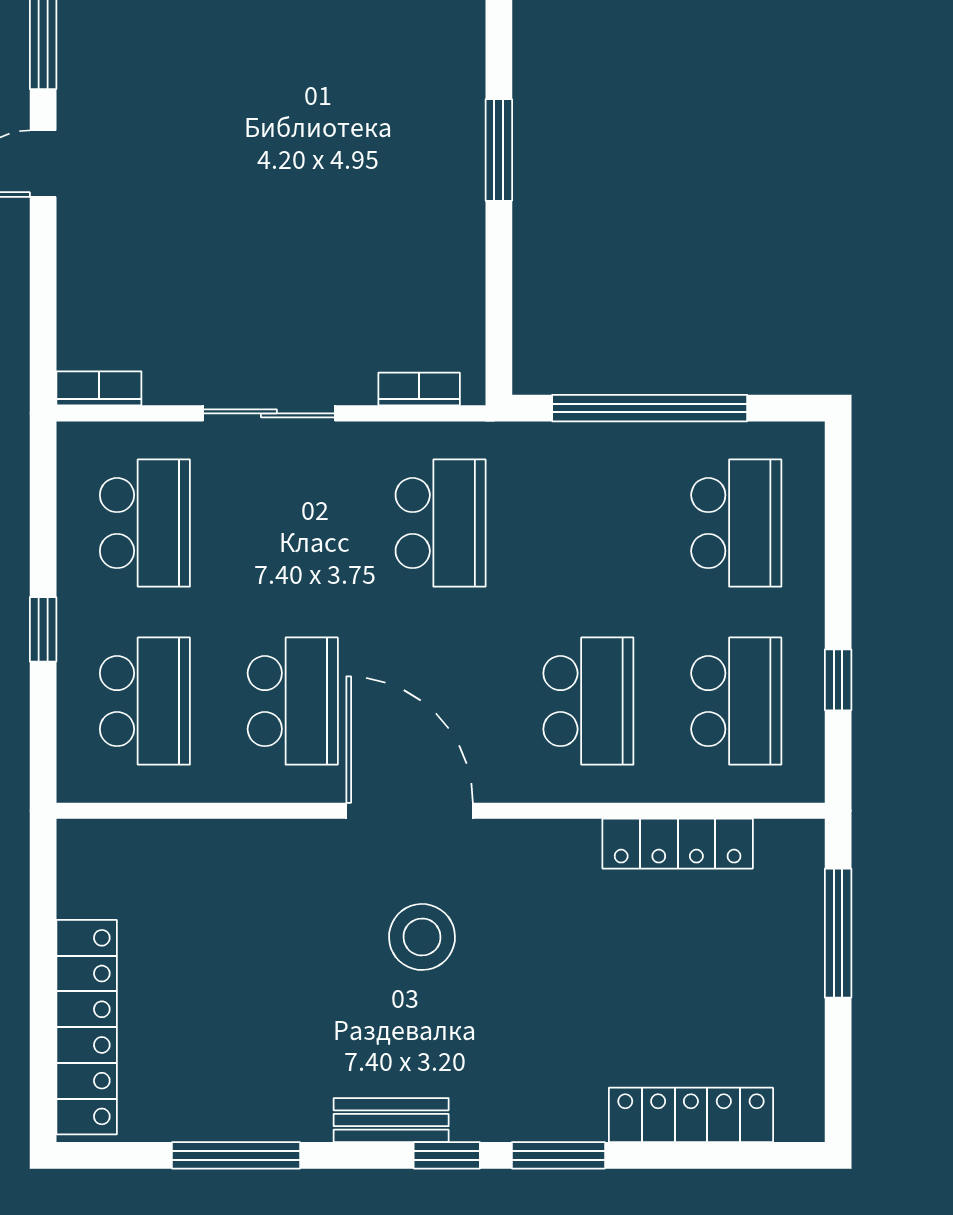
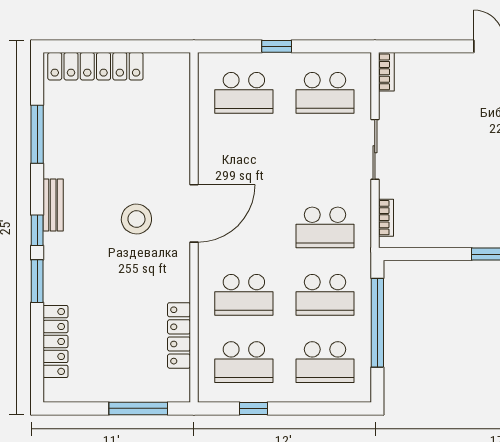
school desk: (293, 701) -> (325, 295), moved

